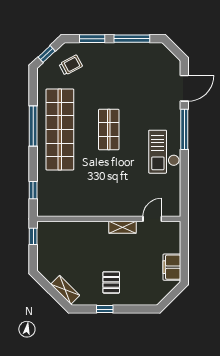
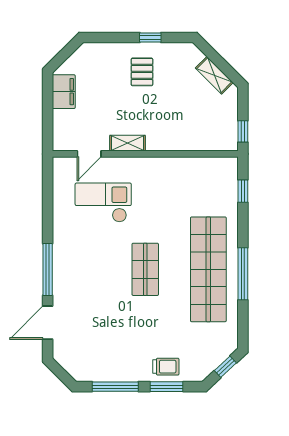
trolley: (71, 65) -> (166, 367), moved, turned -152
checkout: (164, 152) -> (103, 203), moved, turned -90
shelving: (65, 290) -> (214, 75), moved

